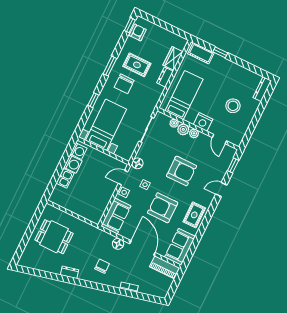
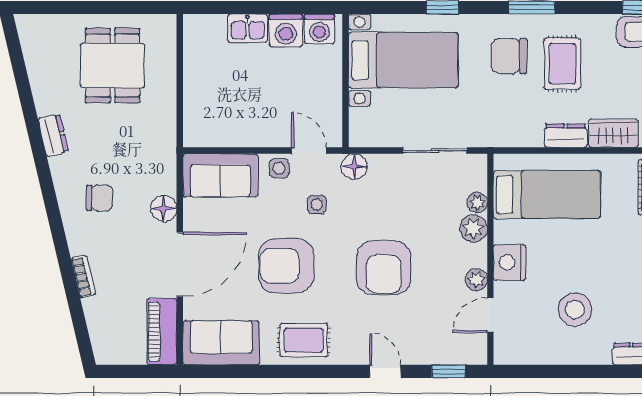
plant: (194, 133) -> (476, 280), moved
armchair: (163, 208) -> (286, 266), turned -90

